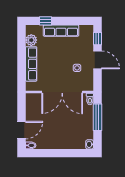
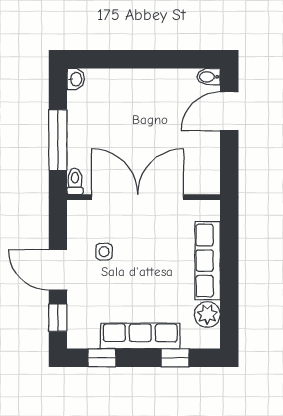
window: (78, 21) -> (102, 358), added

